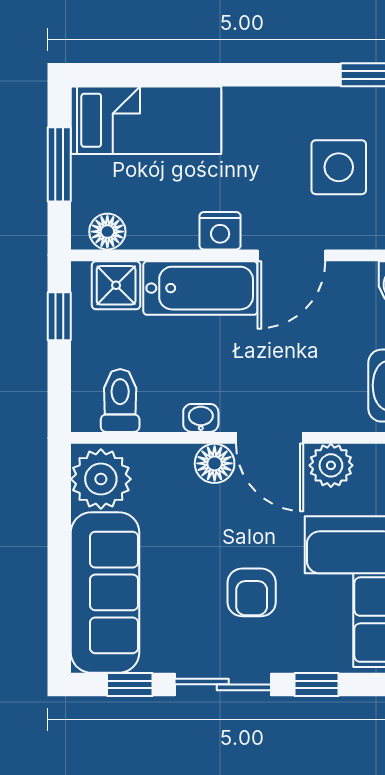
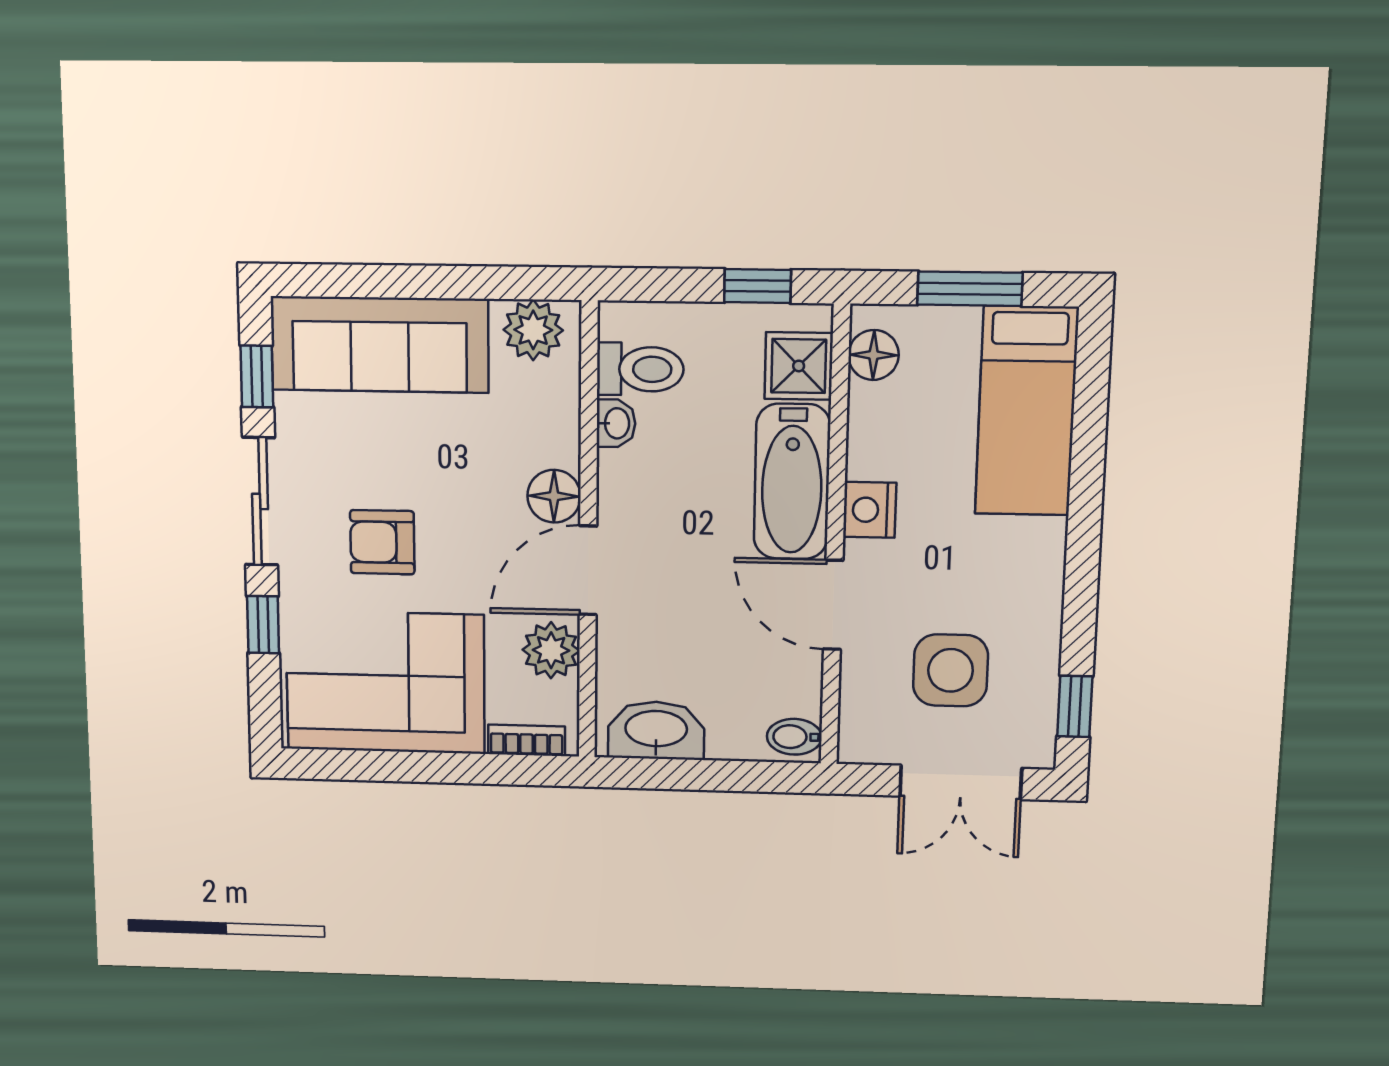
washbasin: (201, 418) -> (616, 423), moved
plant: (101, 479) -> (533, 330), width x0.73, depth x0.73

